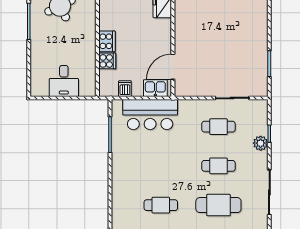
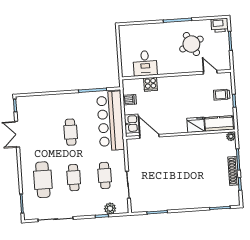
cooker: (107, 41) -> (166, 83), removed
desk: (64, 81) -> (145, 63), moved, turned -90
bar counter: (150, 115) -> (110, 121), width x1.36
plant: (261, 143) -> (110, 208), moved
cafe table: (161, 205) -> (71, 132), moved

